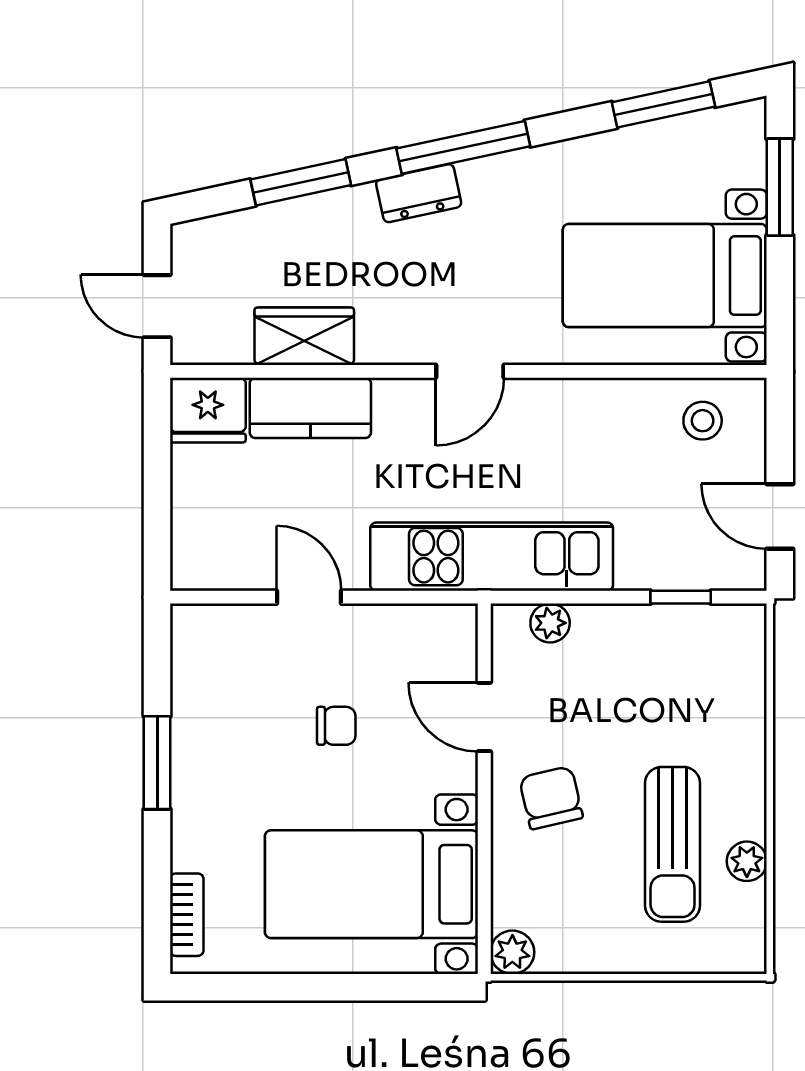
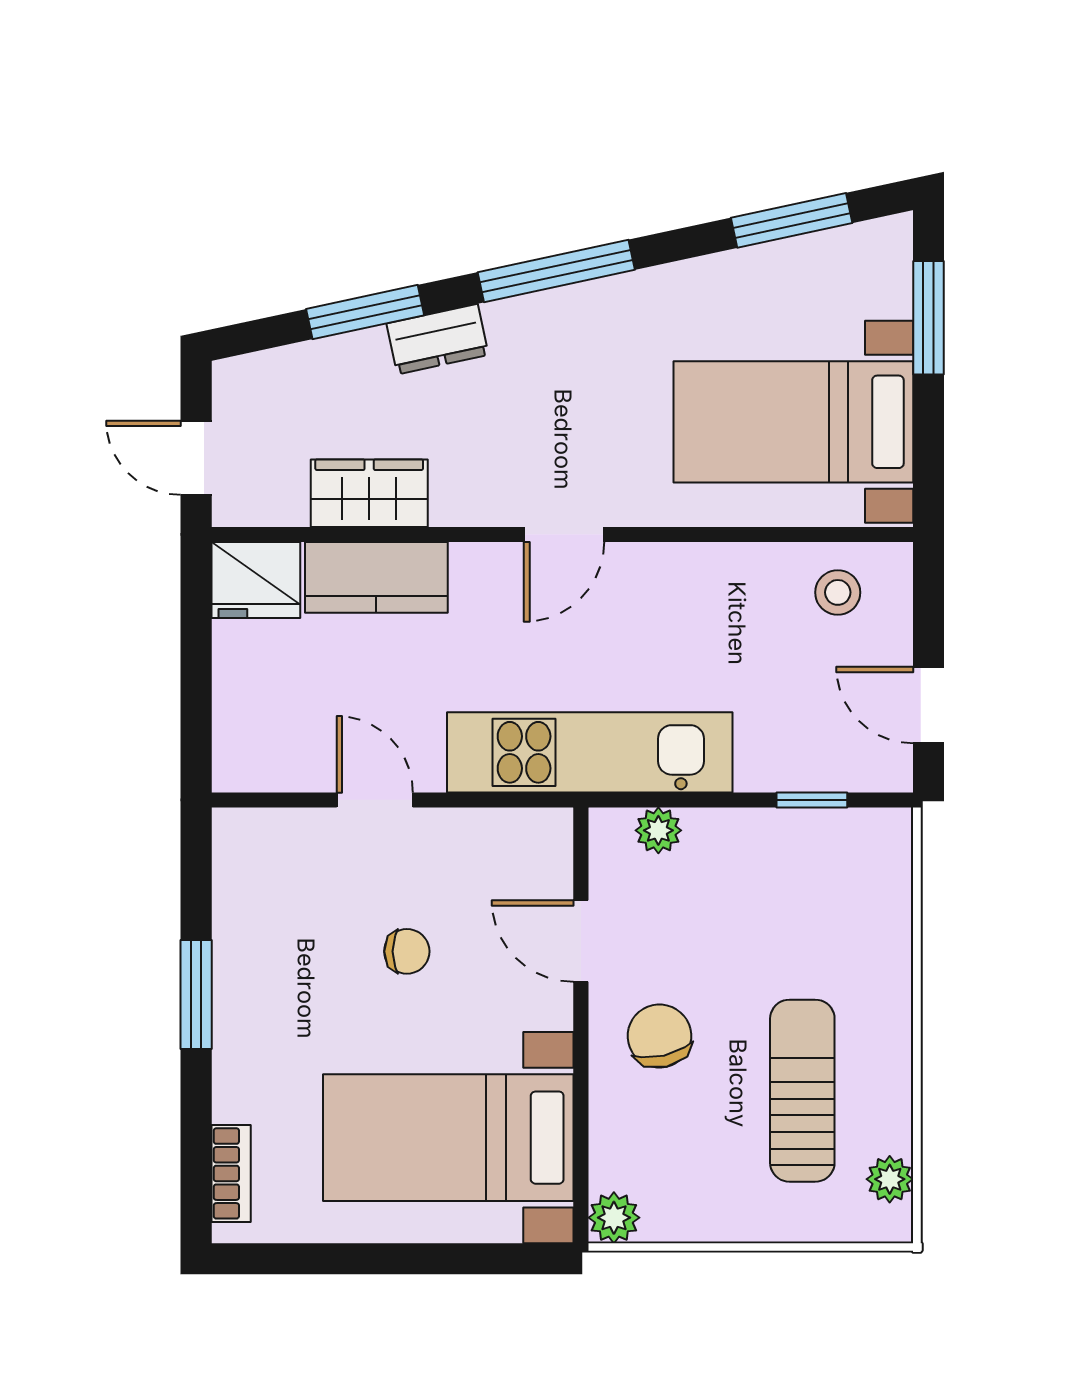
dresser: (419, 193) -> (437, 339), moved
sun lounger: (673, 844) -> (802, 1091), turned 180
plant: (747, 861) -> (890, 1179), moved

